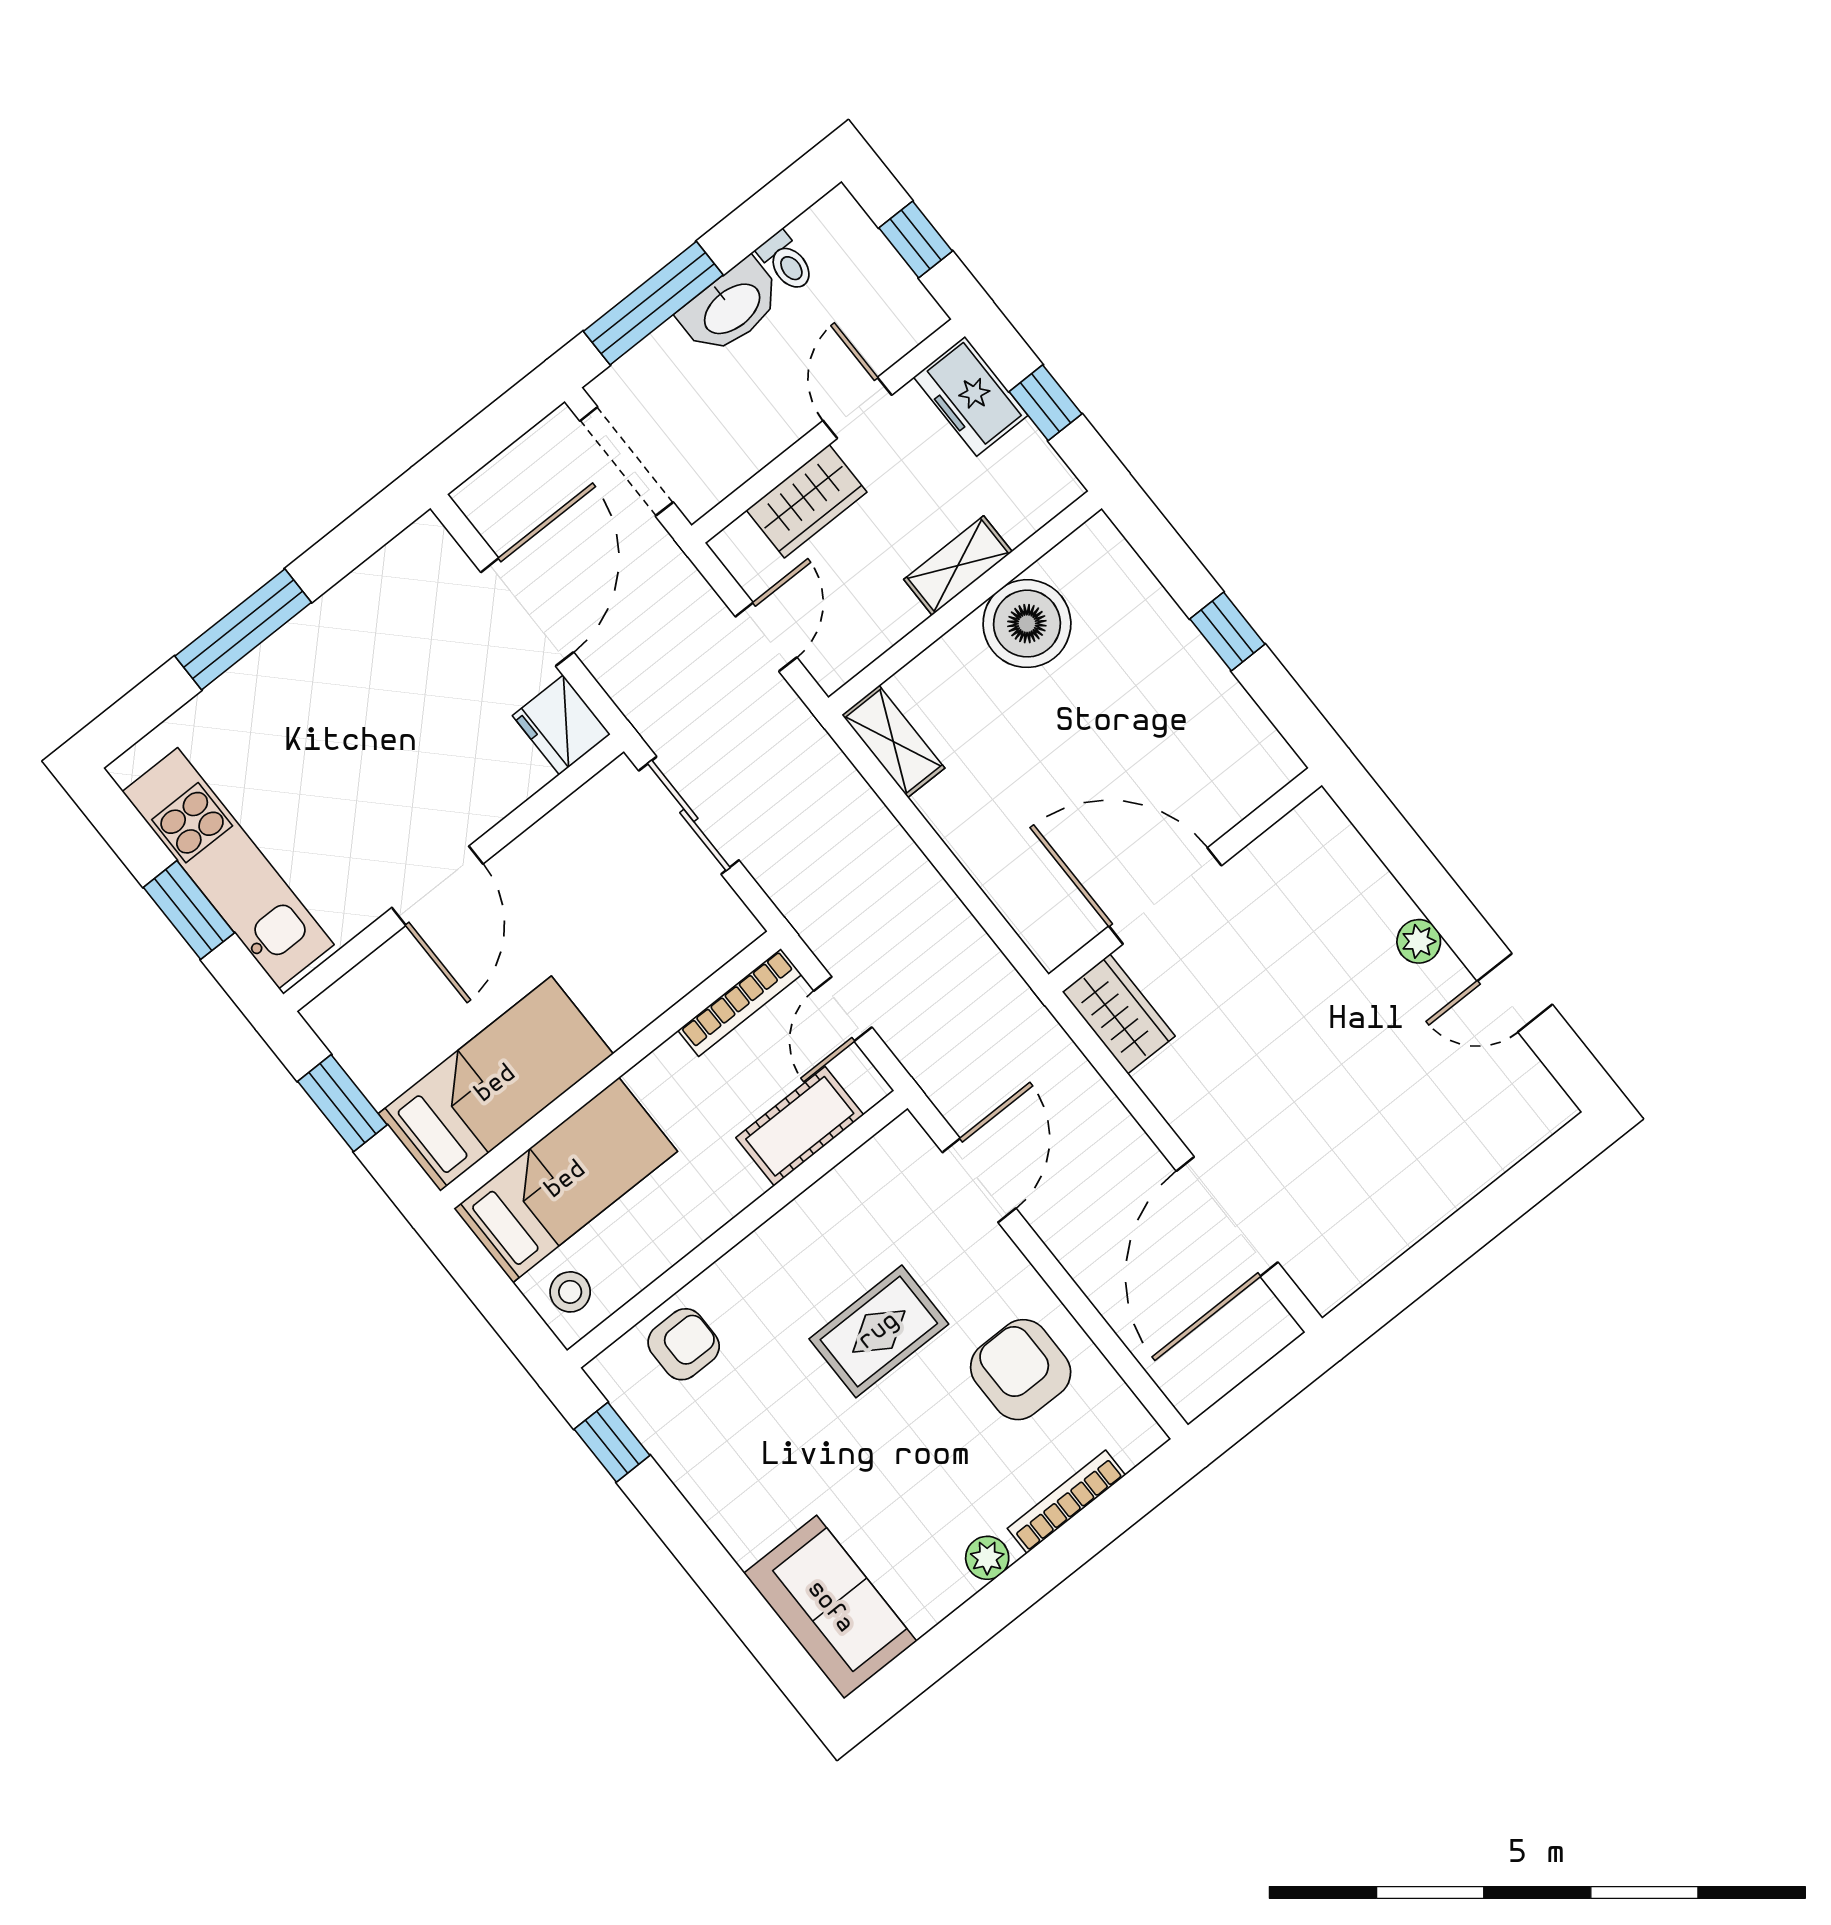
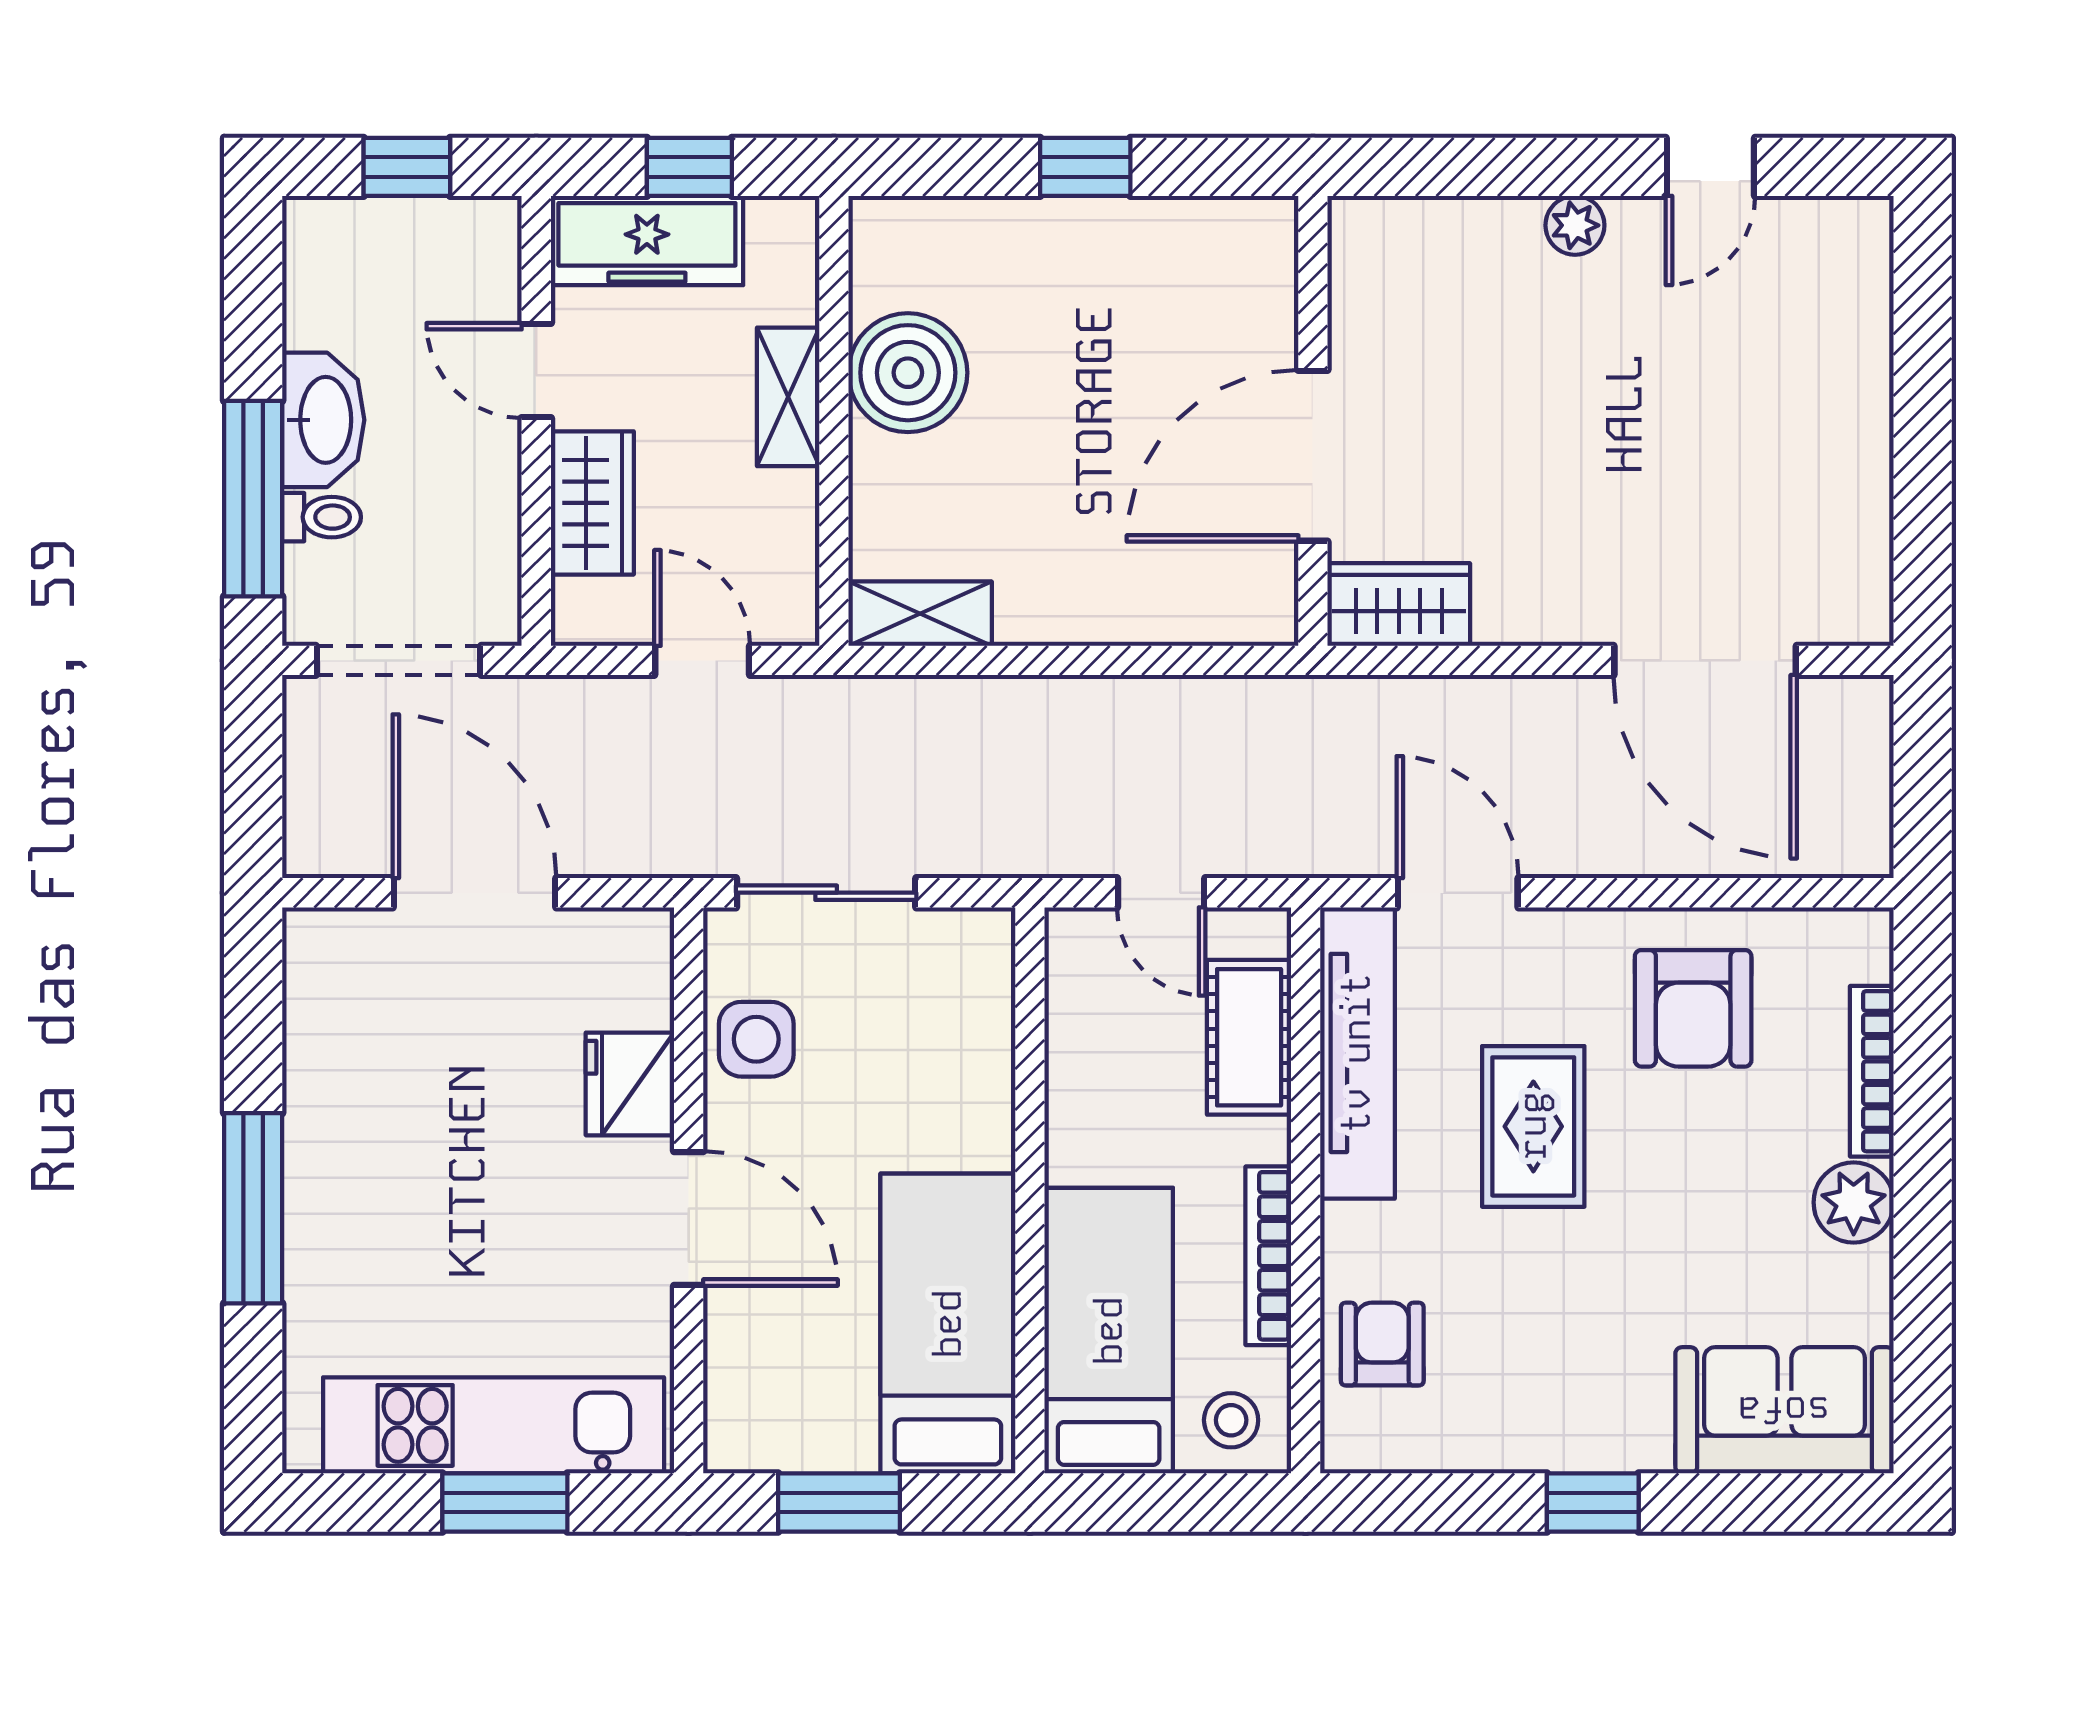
toilet: (786, 262) -> (322, 517), moved
freezer: (971, 396) -> (647, 241), width x1.40
fridge: (561, 725) -> (630, 1084), moved, turned 90
side table: (572, 842) -> (756, 1039), added
bookcase: (740, 1002) -> (1268, 1256), moved, turned 180
tv unit: (840, 1196) -> (1357, 1053), added
armchair: (1021, 1370) -> (1693, 1008), turned -90
window: (612, 1442) -> (1593, 1502), moved
plant: (987, 1558) -> (1854, 1202), width x1.38, depth x1.38

